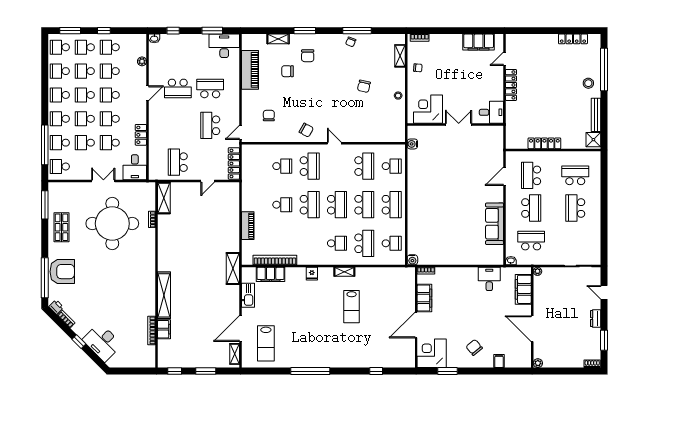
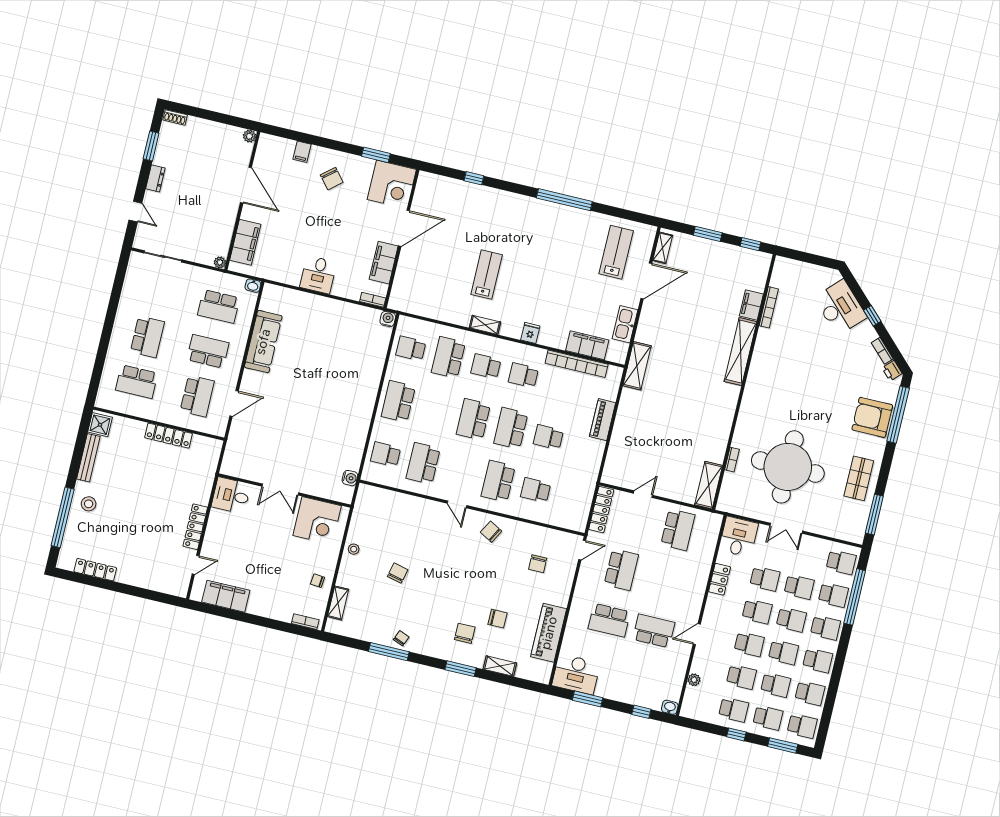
school desk: (364, 205) -> (523, 375), moved, width x0.54
school desk: (531, 208) -> (208, 351), turned 90
desk: (489, 279) -> (318, 275), moved

